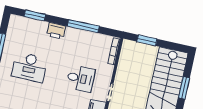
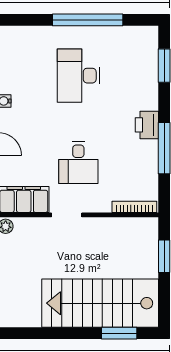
printer: (56, 31) -> (147, 125), moved
window: (184, 88) -> (119, 333), moved

